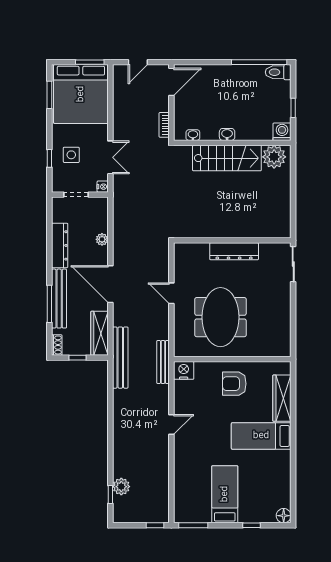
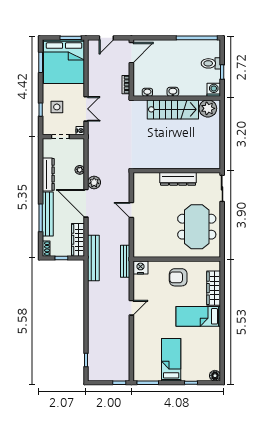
toilet: (278, 72) -> (211, 63), moved
meeting table: (220, 317) -> (197, 227), moved
plant: (121, 487) -> (94, 182), moved

